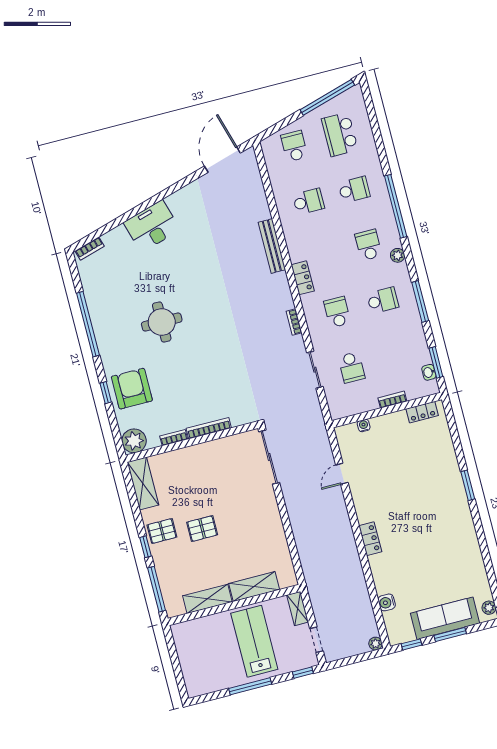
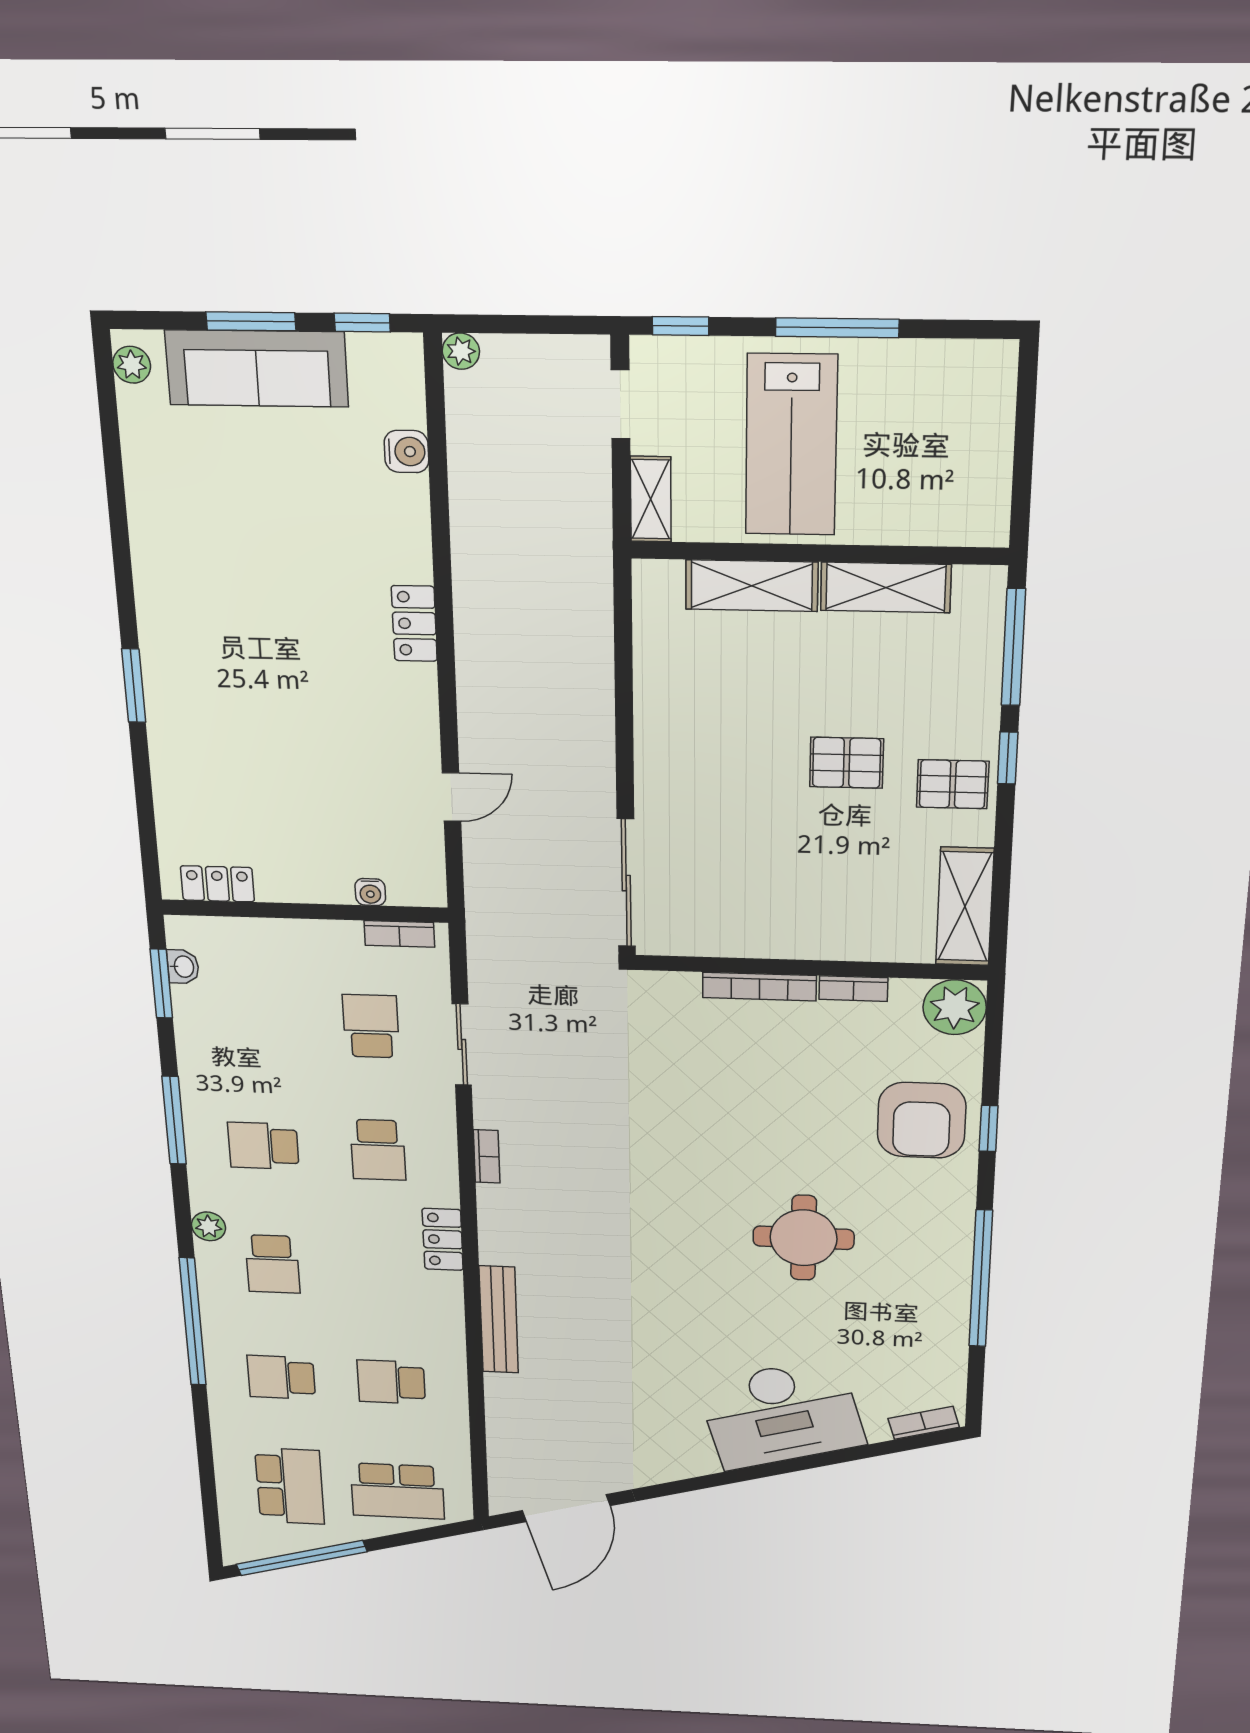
school desk: (294, 146) -> (397, 1491), width x1.85
desk: (152, 226) -> (781, 1414), width x1.36, depth x1.30
bookcase: (392, 400) -> (399, 934), moved

